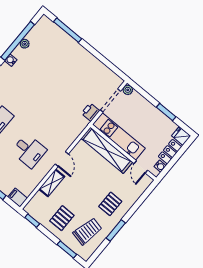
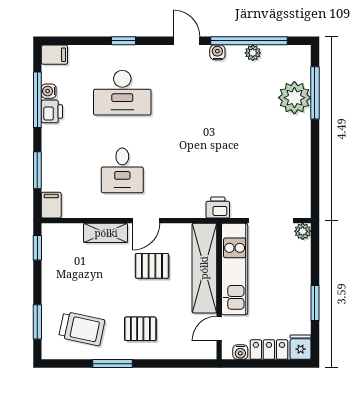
plant: (62, 42) -> (294, 98), added
printer: (90, 112) -> (218, 208), moved
pallet: (62, 218) -> (152, 266), moved

